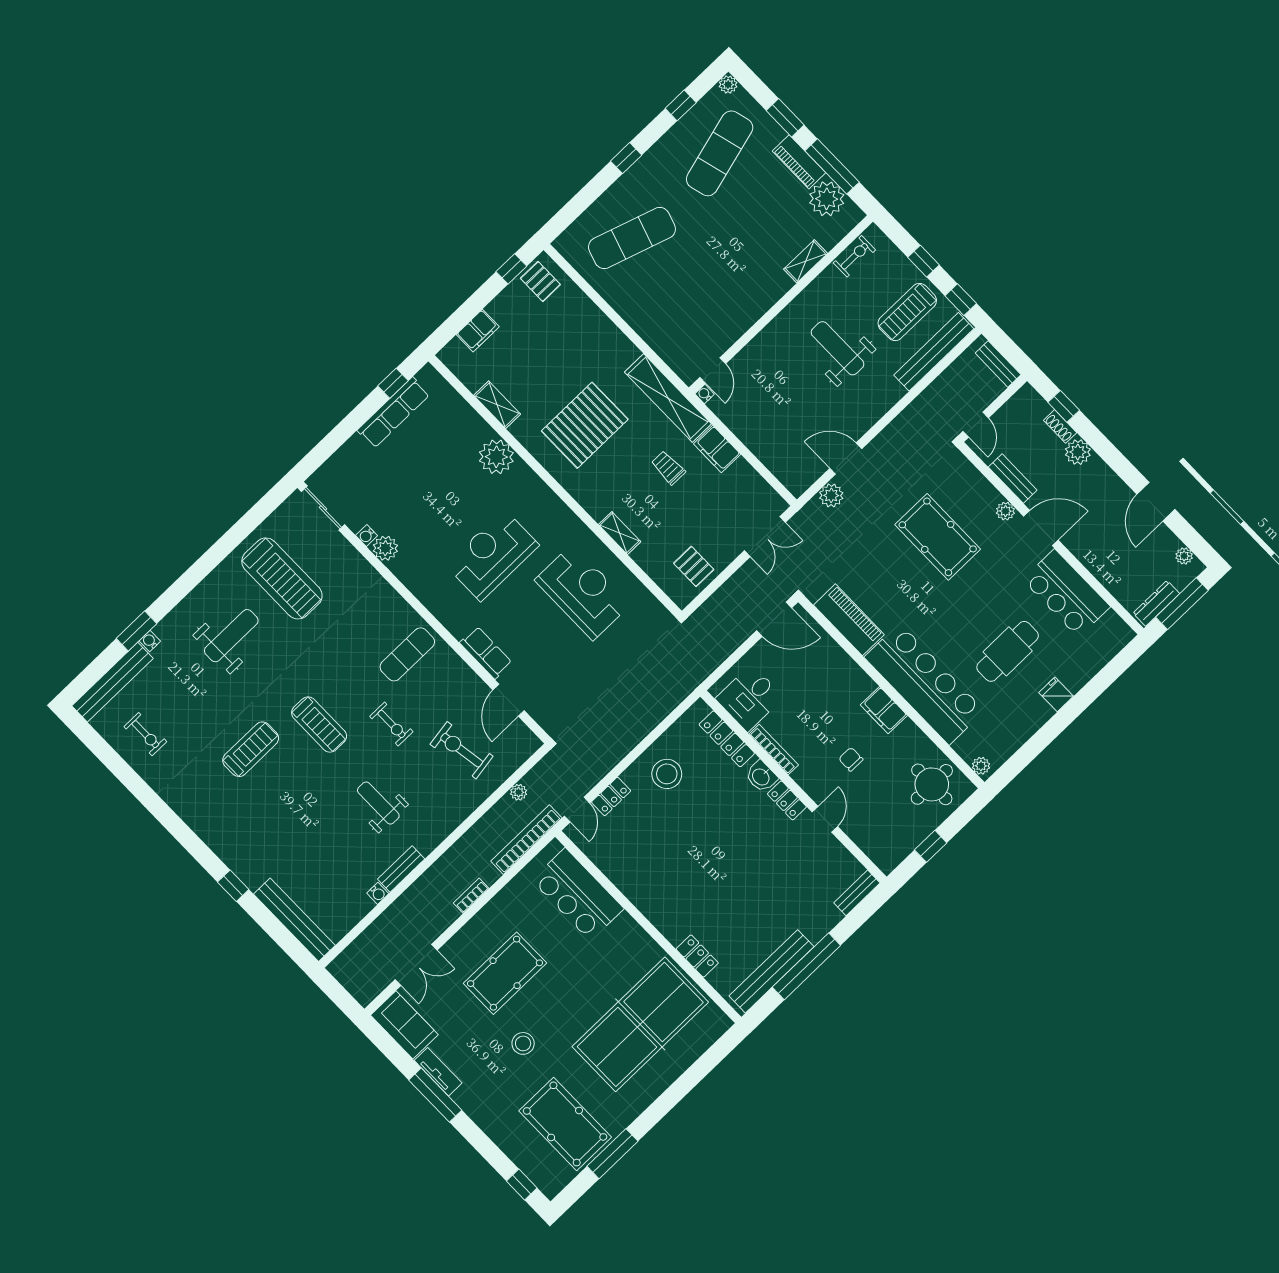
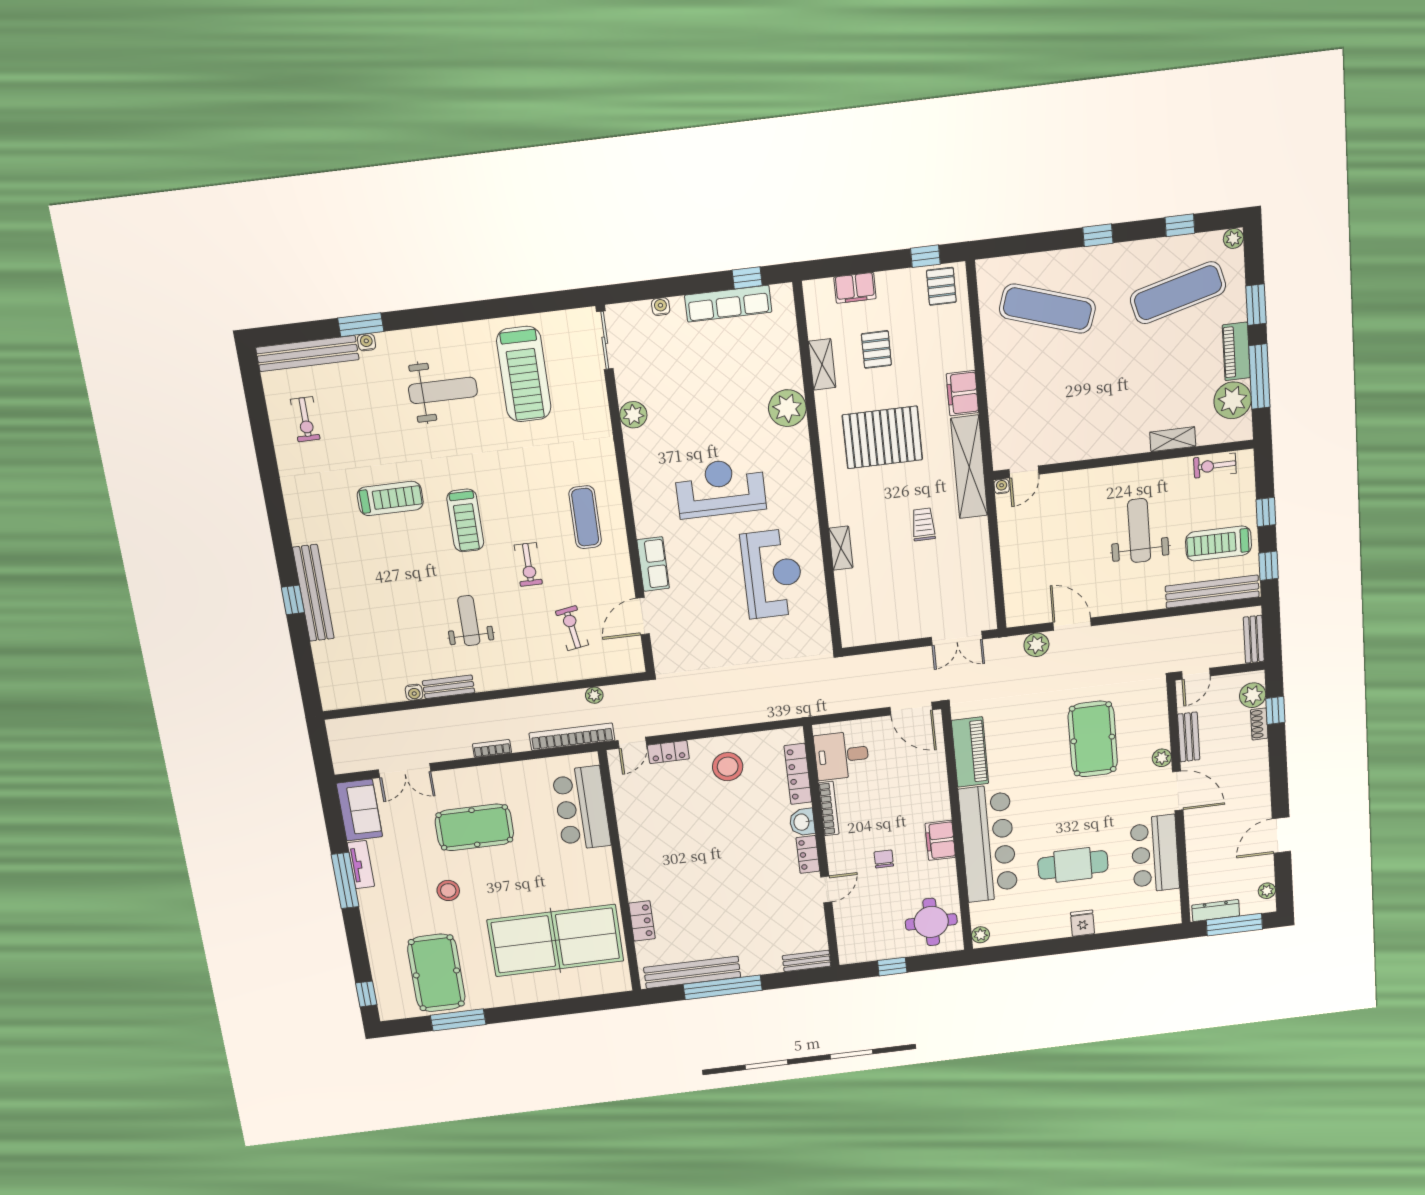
exercise bike: (854, 256) -> (1215, 466), turned 180
filing cabinet: (717, 449) -> (962, 393), moved
plant: (1078, 452) -> (1253, 695), moved
water cooler: (367, 536) -> (661, 307), moved, turned 90
pallet: (694, 566) -> (876, 349), moved
exercise mat: (407, 654) -> (585, 517), turned 90
exercise bike: (462, 750) -> (572, 628), width x0.73, depth x0.72
bench: (294, 920) -> (313, 593), moved

